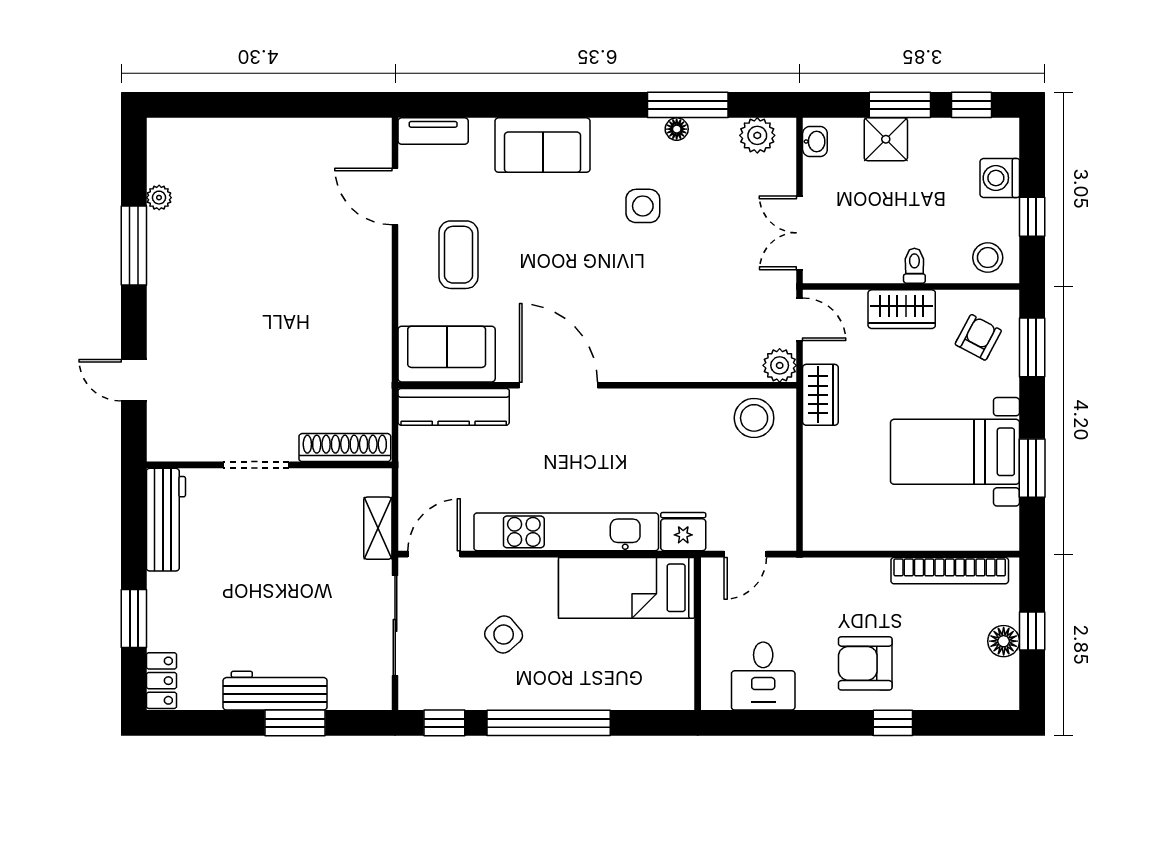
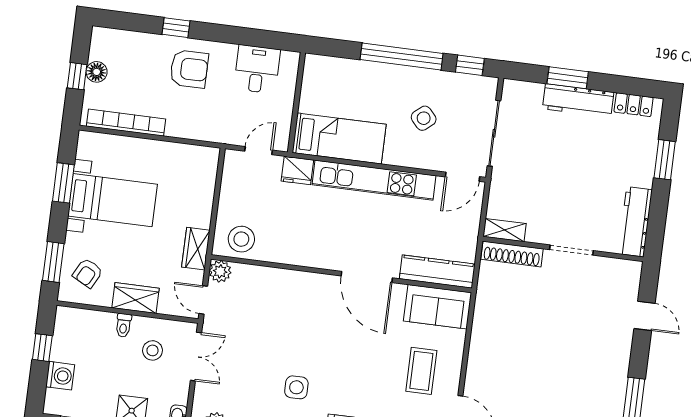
stool: (988, 258) -> (153, 350), moved
shelving: (378, 528) -> (505, 230), moved, turned 90
locker: (161, 681) -> (634, 105), moved, turned -90

